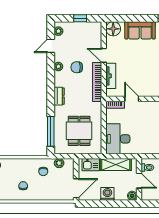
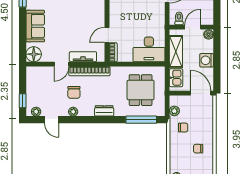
window: (80, 18) -> (23, 101), moved
dining table: (79, 131) -> (141, 90), turned 90

